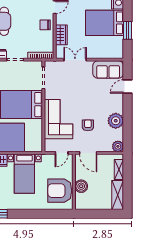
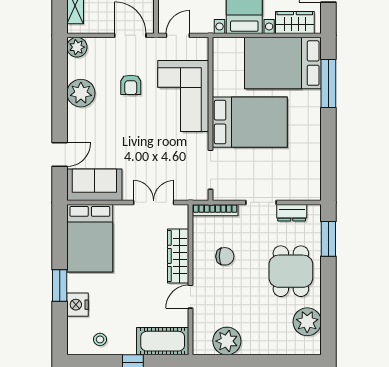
bed: (105, 23) -> (90, 238), moved, turned 90
chair: (45, 25) -> (225, 256), moved
window: (128, 30) -> (60, 285), moved
wardrobe: (61, 35) -> (178, 256), width x1.50
double door: (75, 60) -> (154, 202), swing flipped

